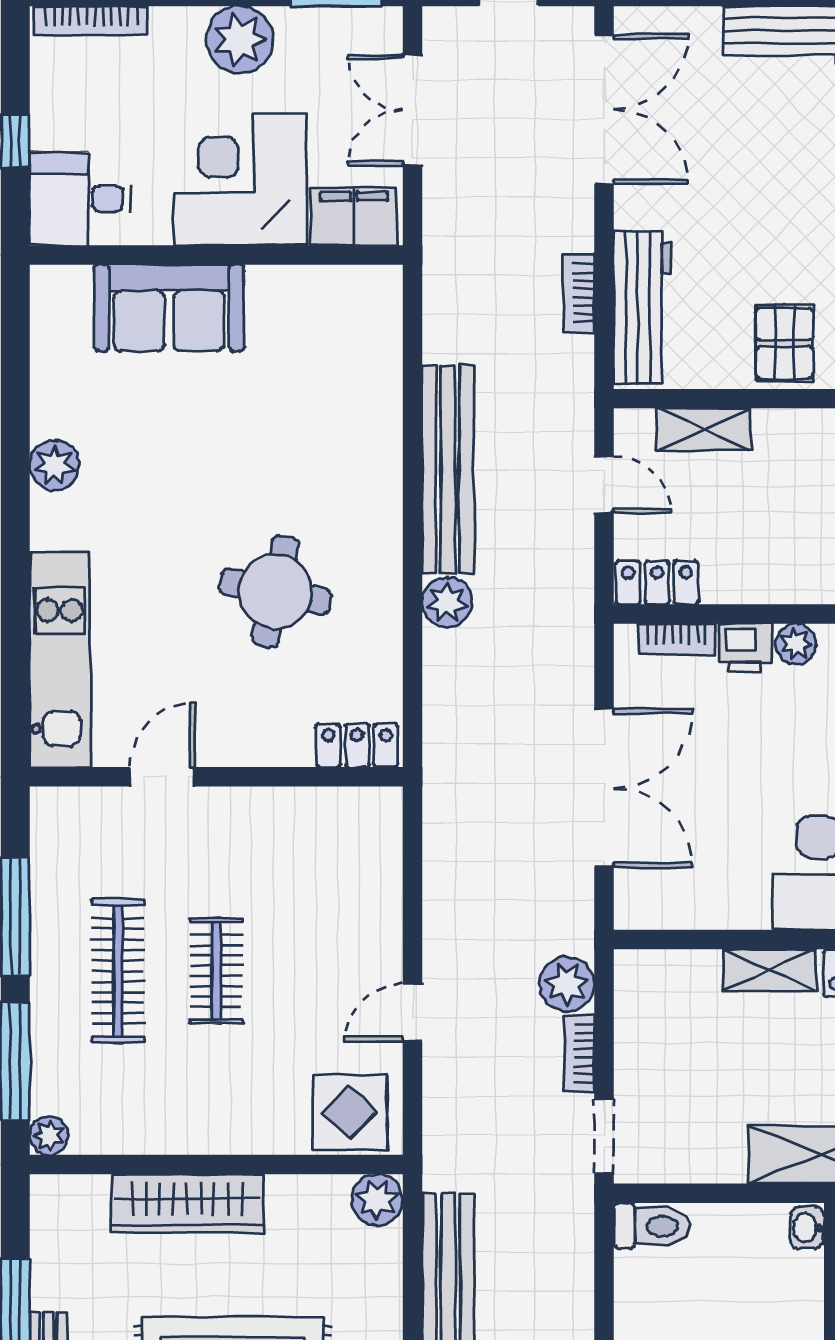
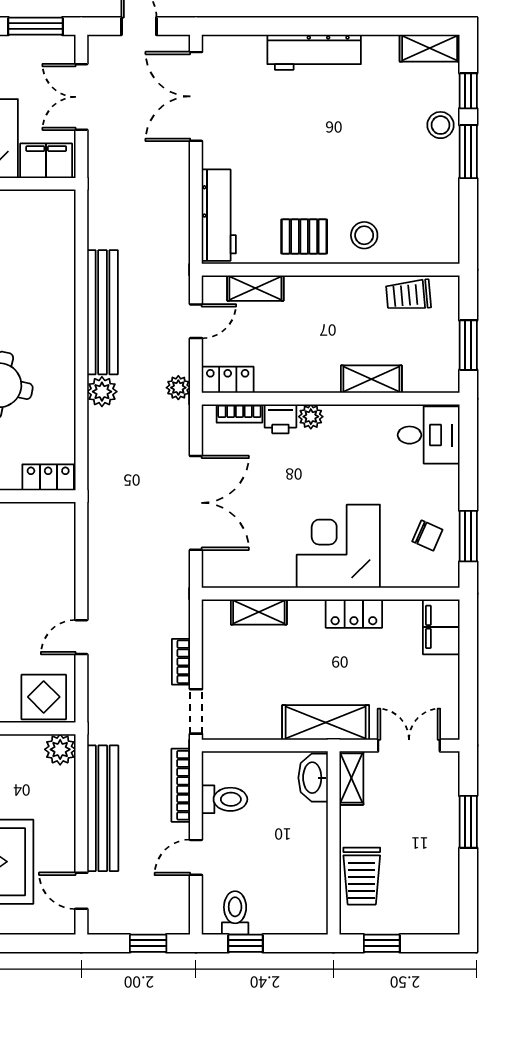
double door: (604, 109) -> (196, 96), swing flipped
bookcase: (579, 293) -> (181, 785), moved, width x1.56
pallet: (785, 343) -> (304, 236), turned 90
door: (604, 485) -> (196, 321), hinge flipped
shelving: (770, 970) -> (259, 612), moved
plant: (567, 984) -> (178, 388), moved, width x0.73, depth x0.73
toilet: (652, 1226) -> (224, 799), moved
washbasin: (807, 1228) -> (313, 778), width x1.91, depth x1.45

